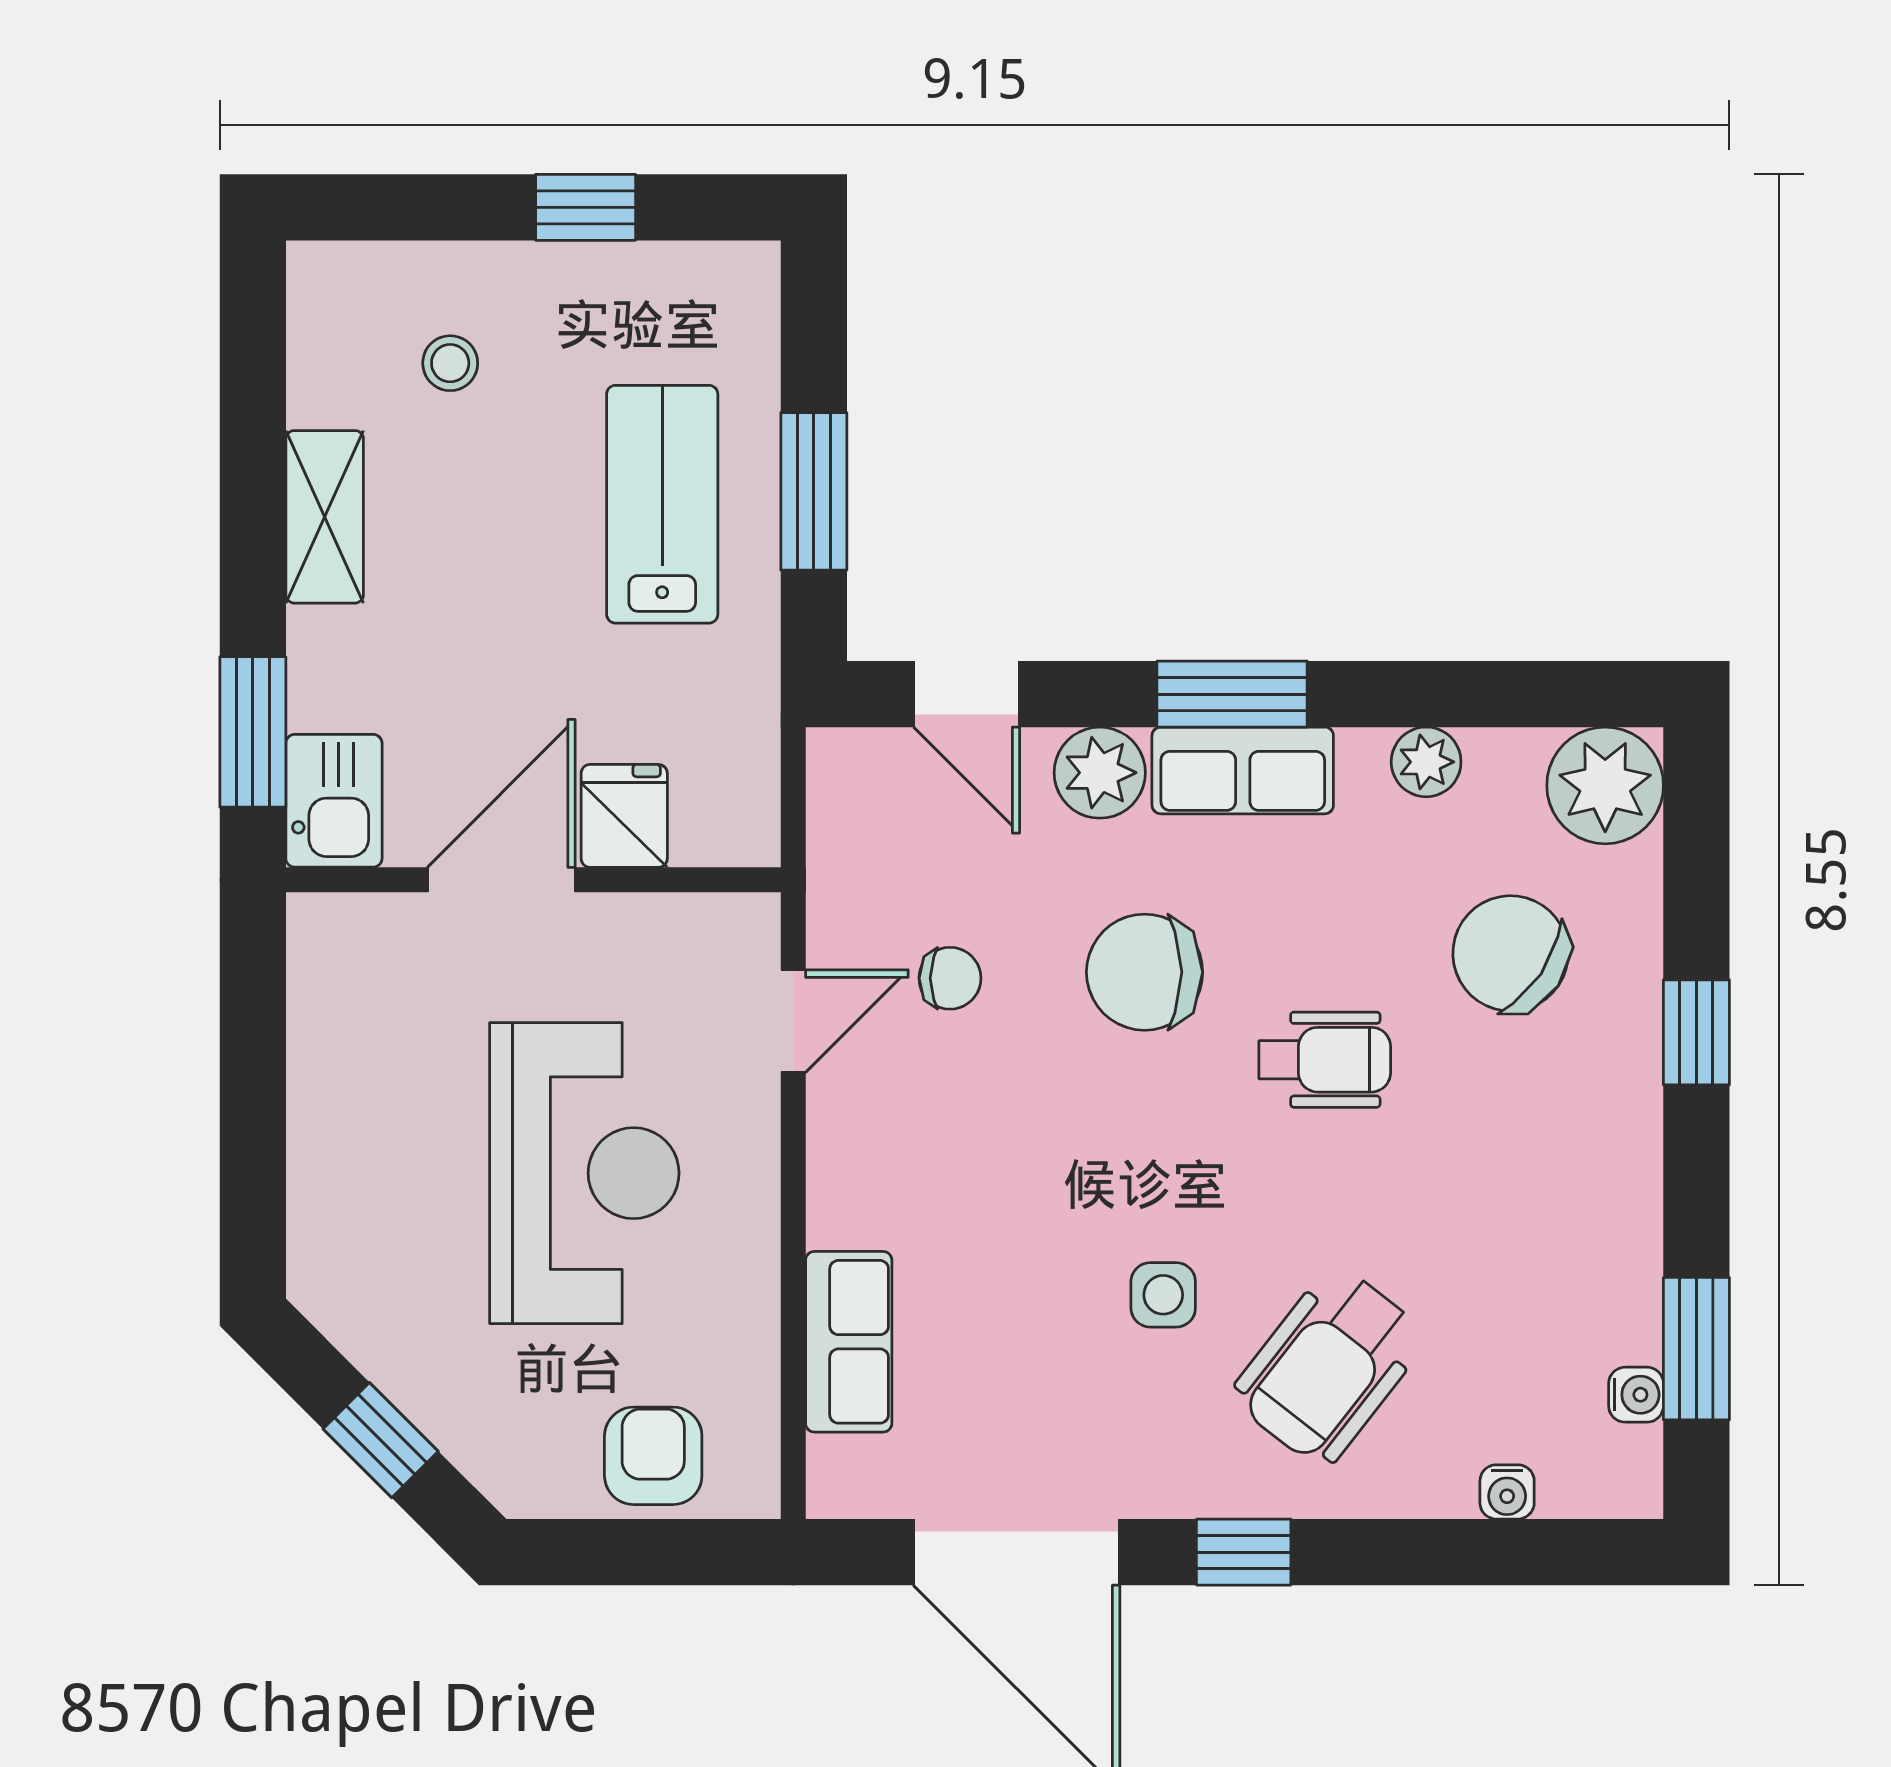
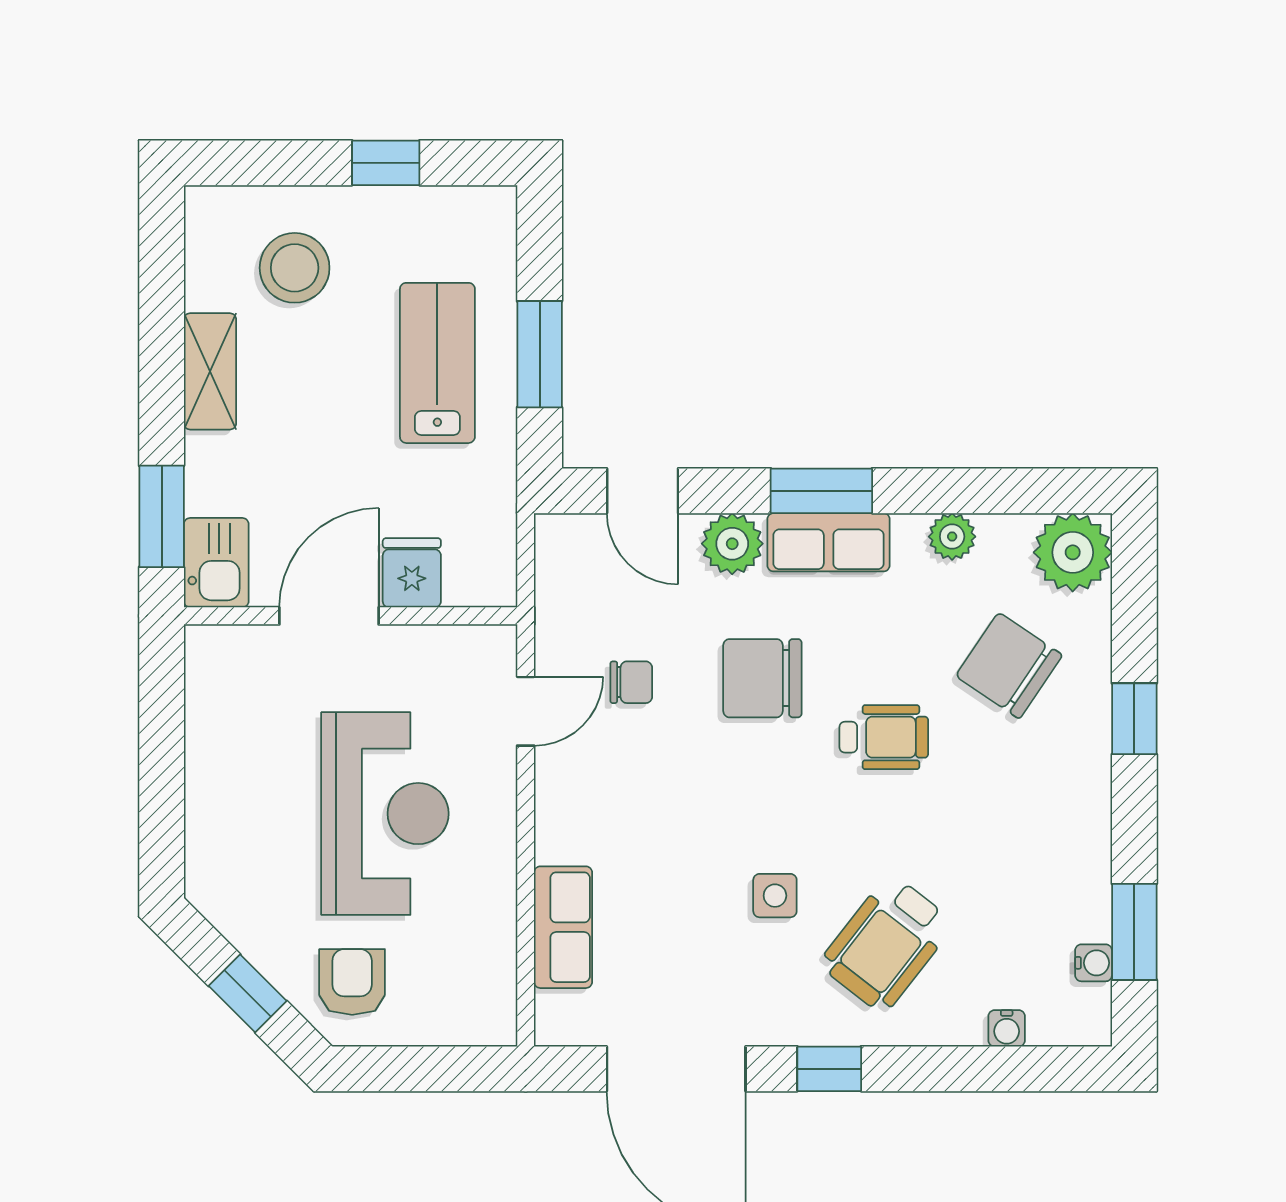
stool: (450, 363) -> (295, 268), width x1.89, depth x1.89
armchair: (653, 1456) -> (352, 982), moved

